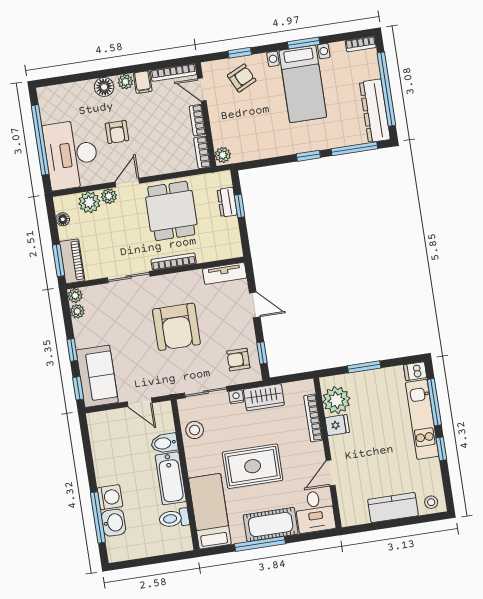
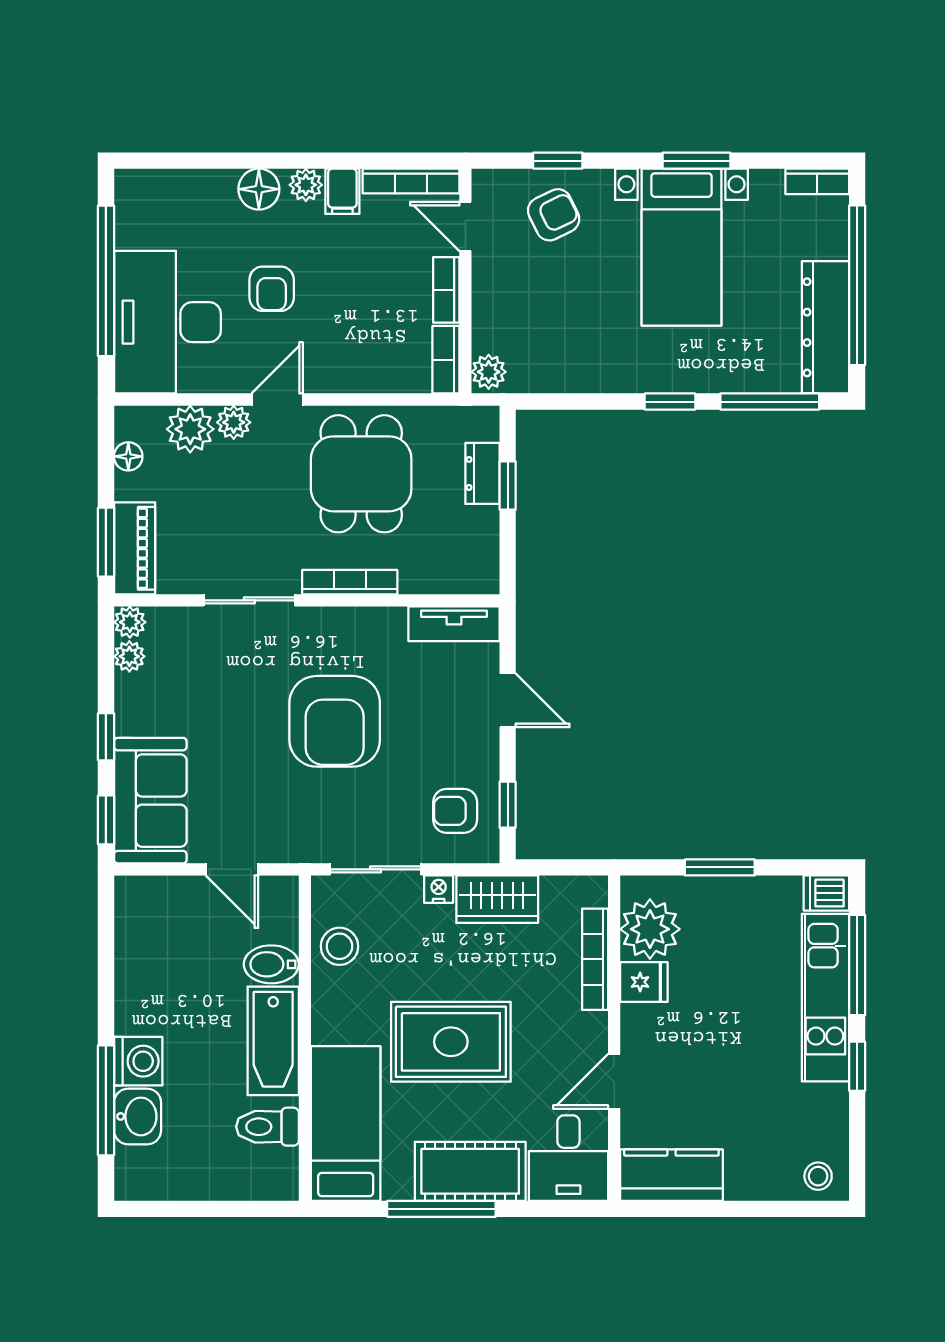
kitchen counter: (393, 508) -> (671, 1175), moved

